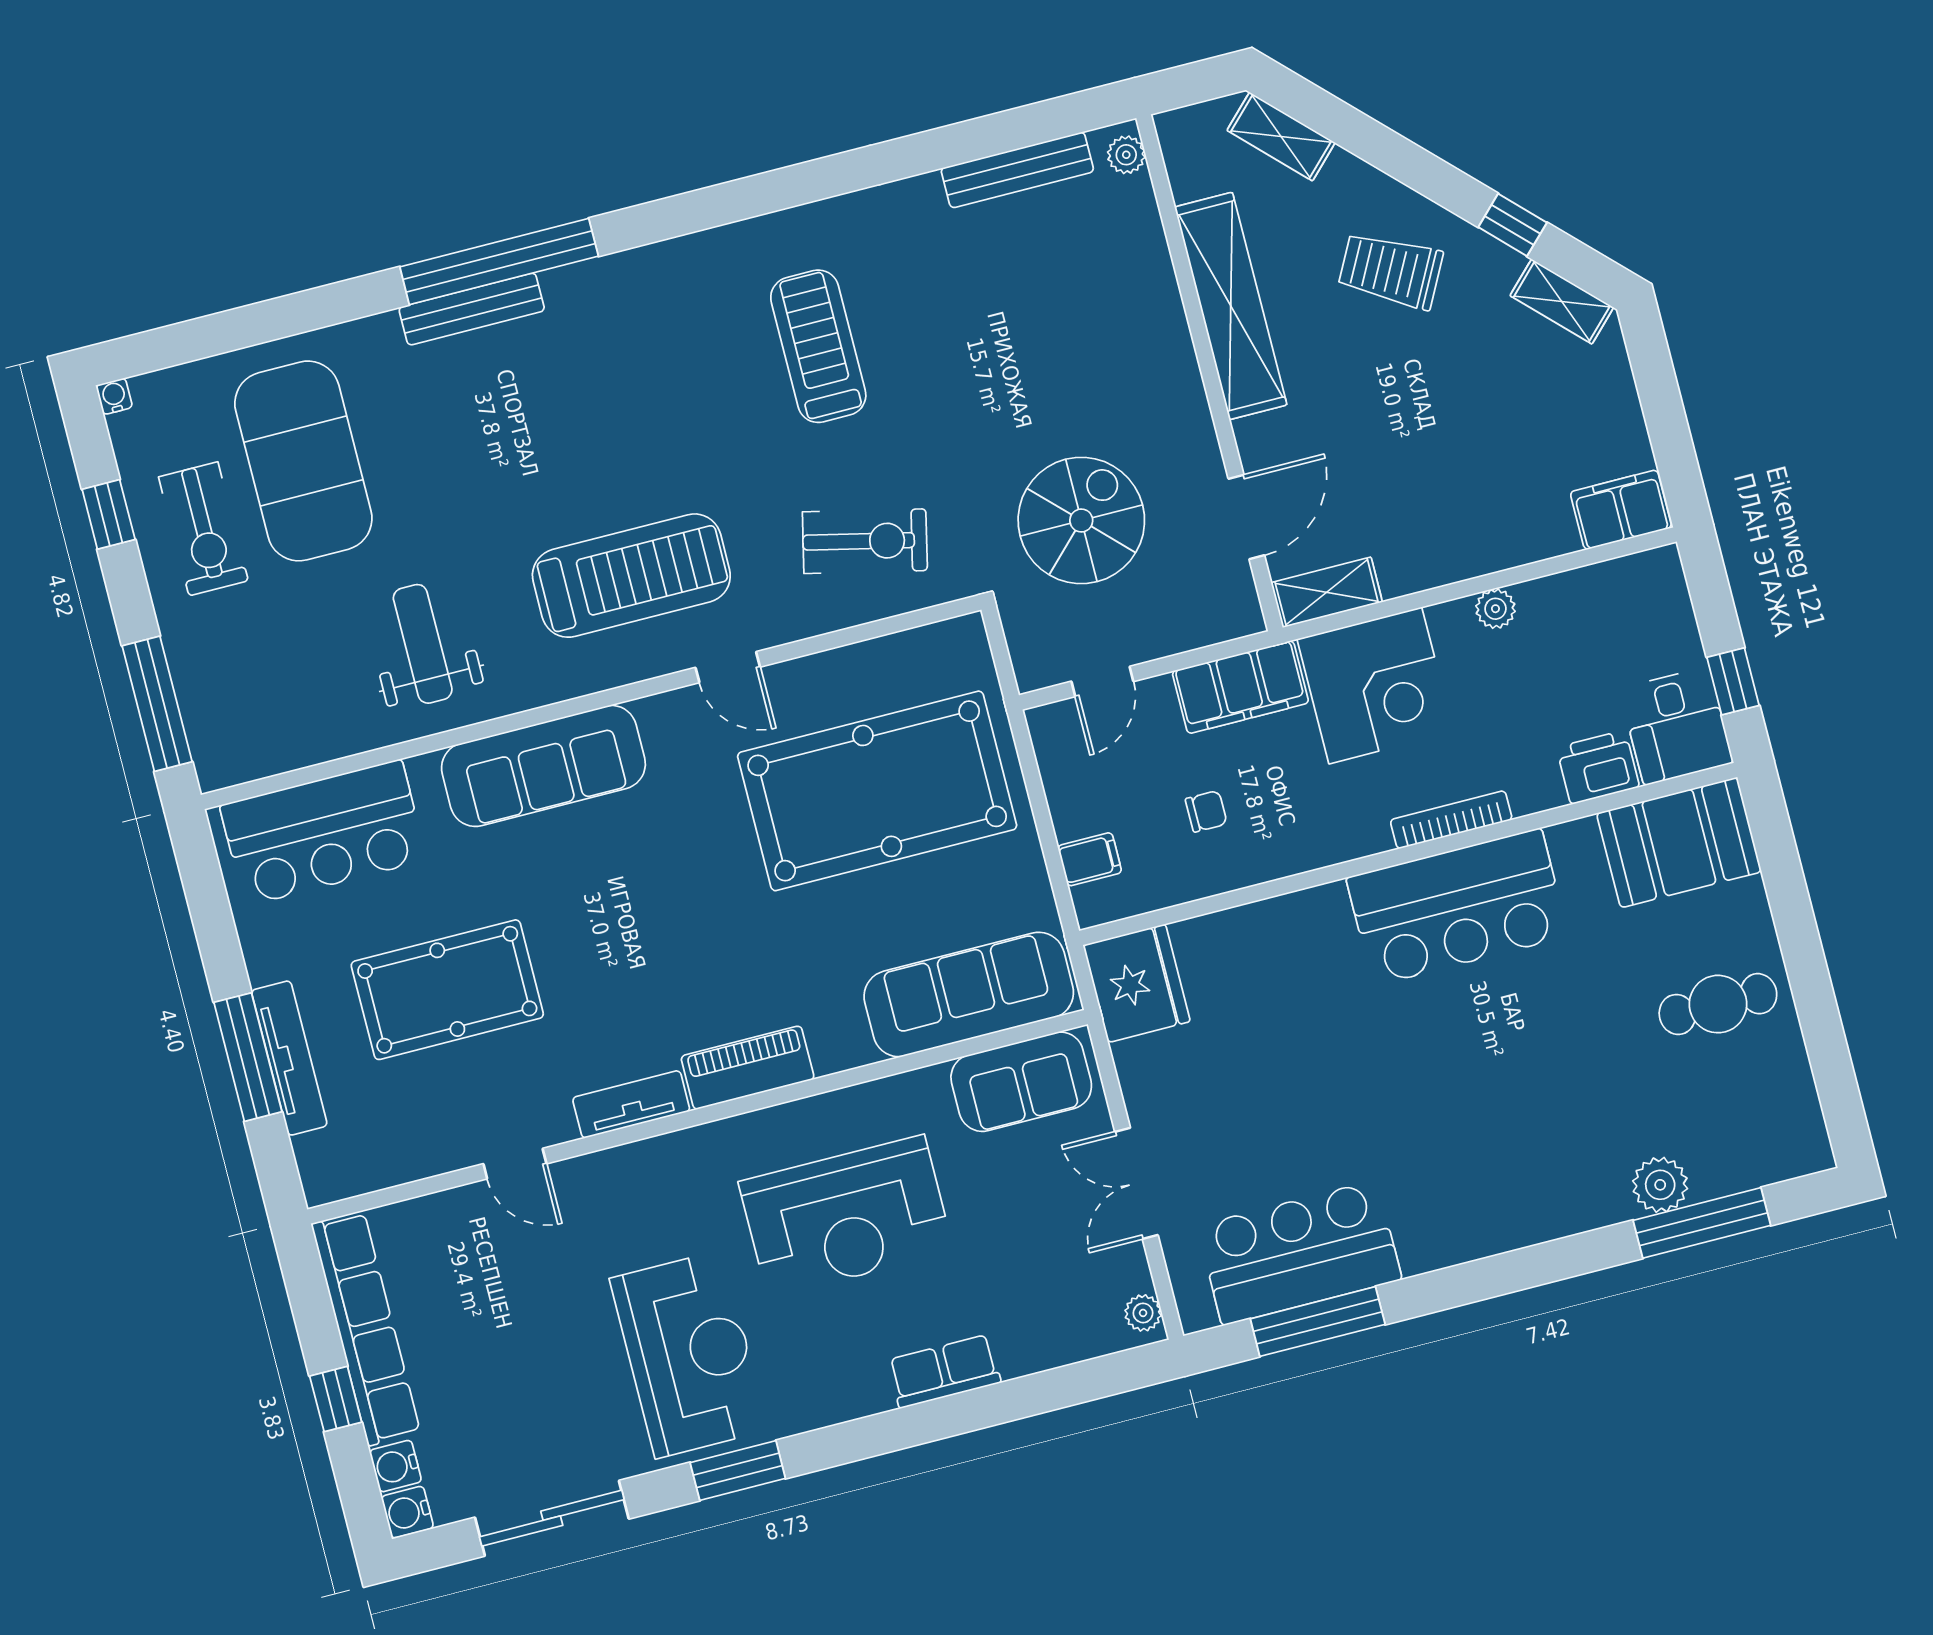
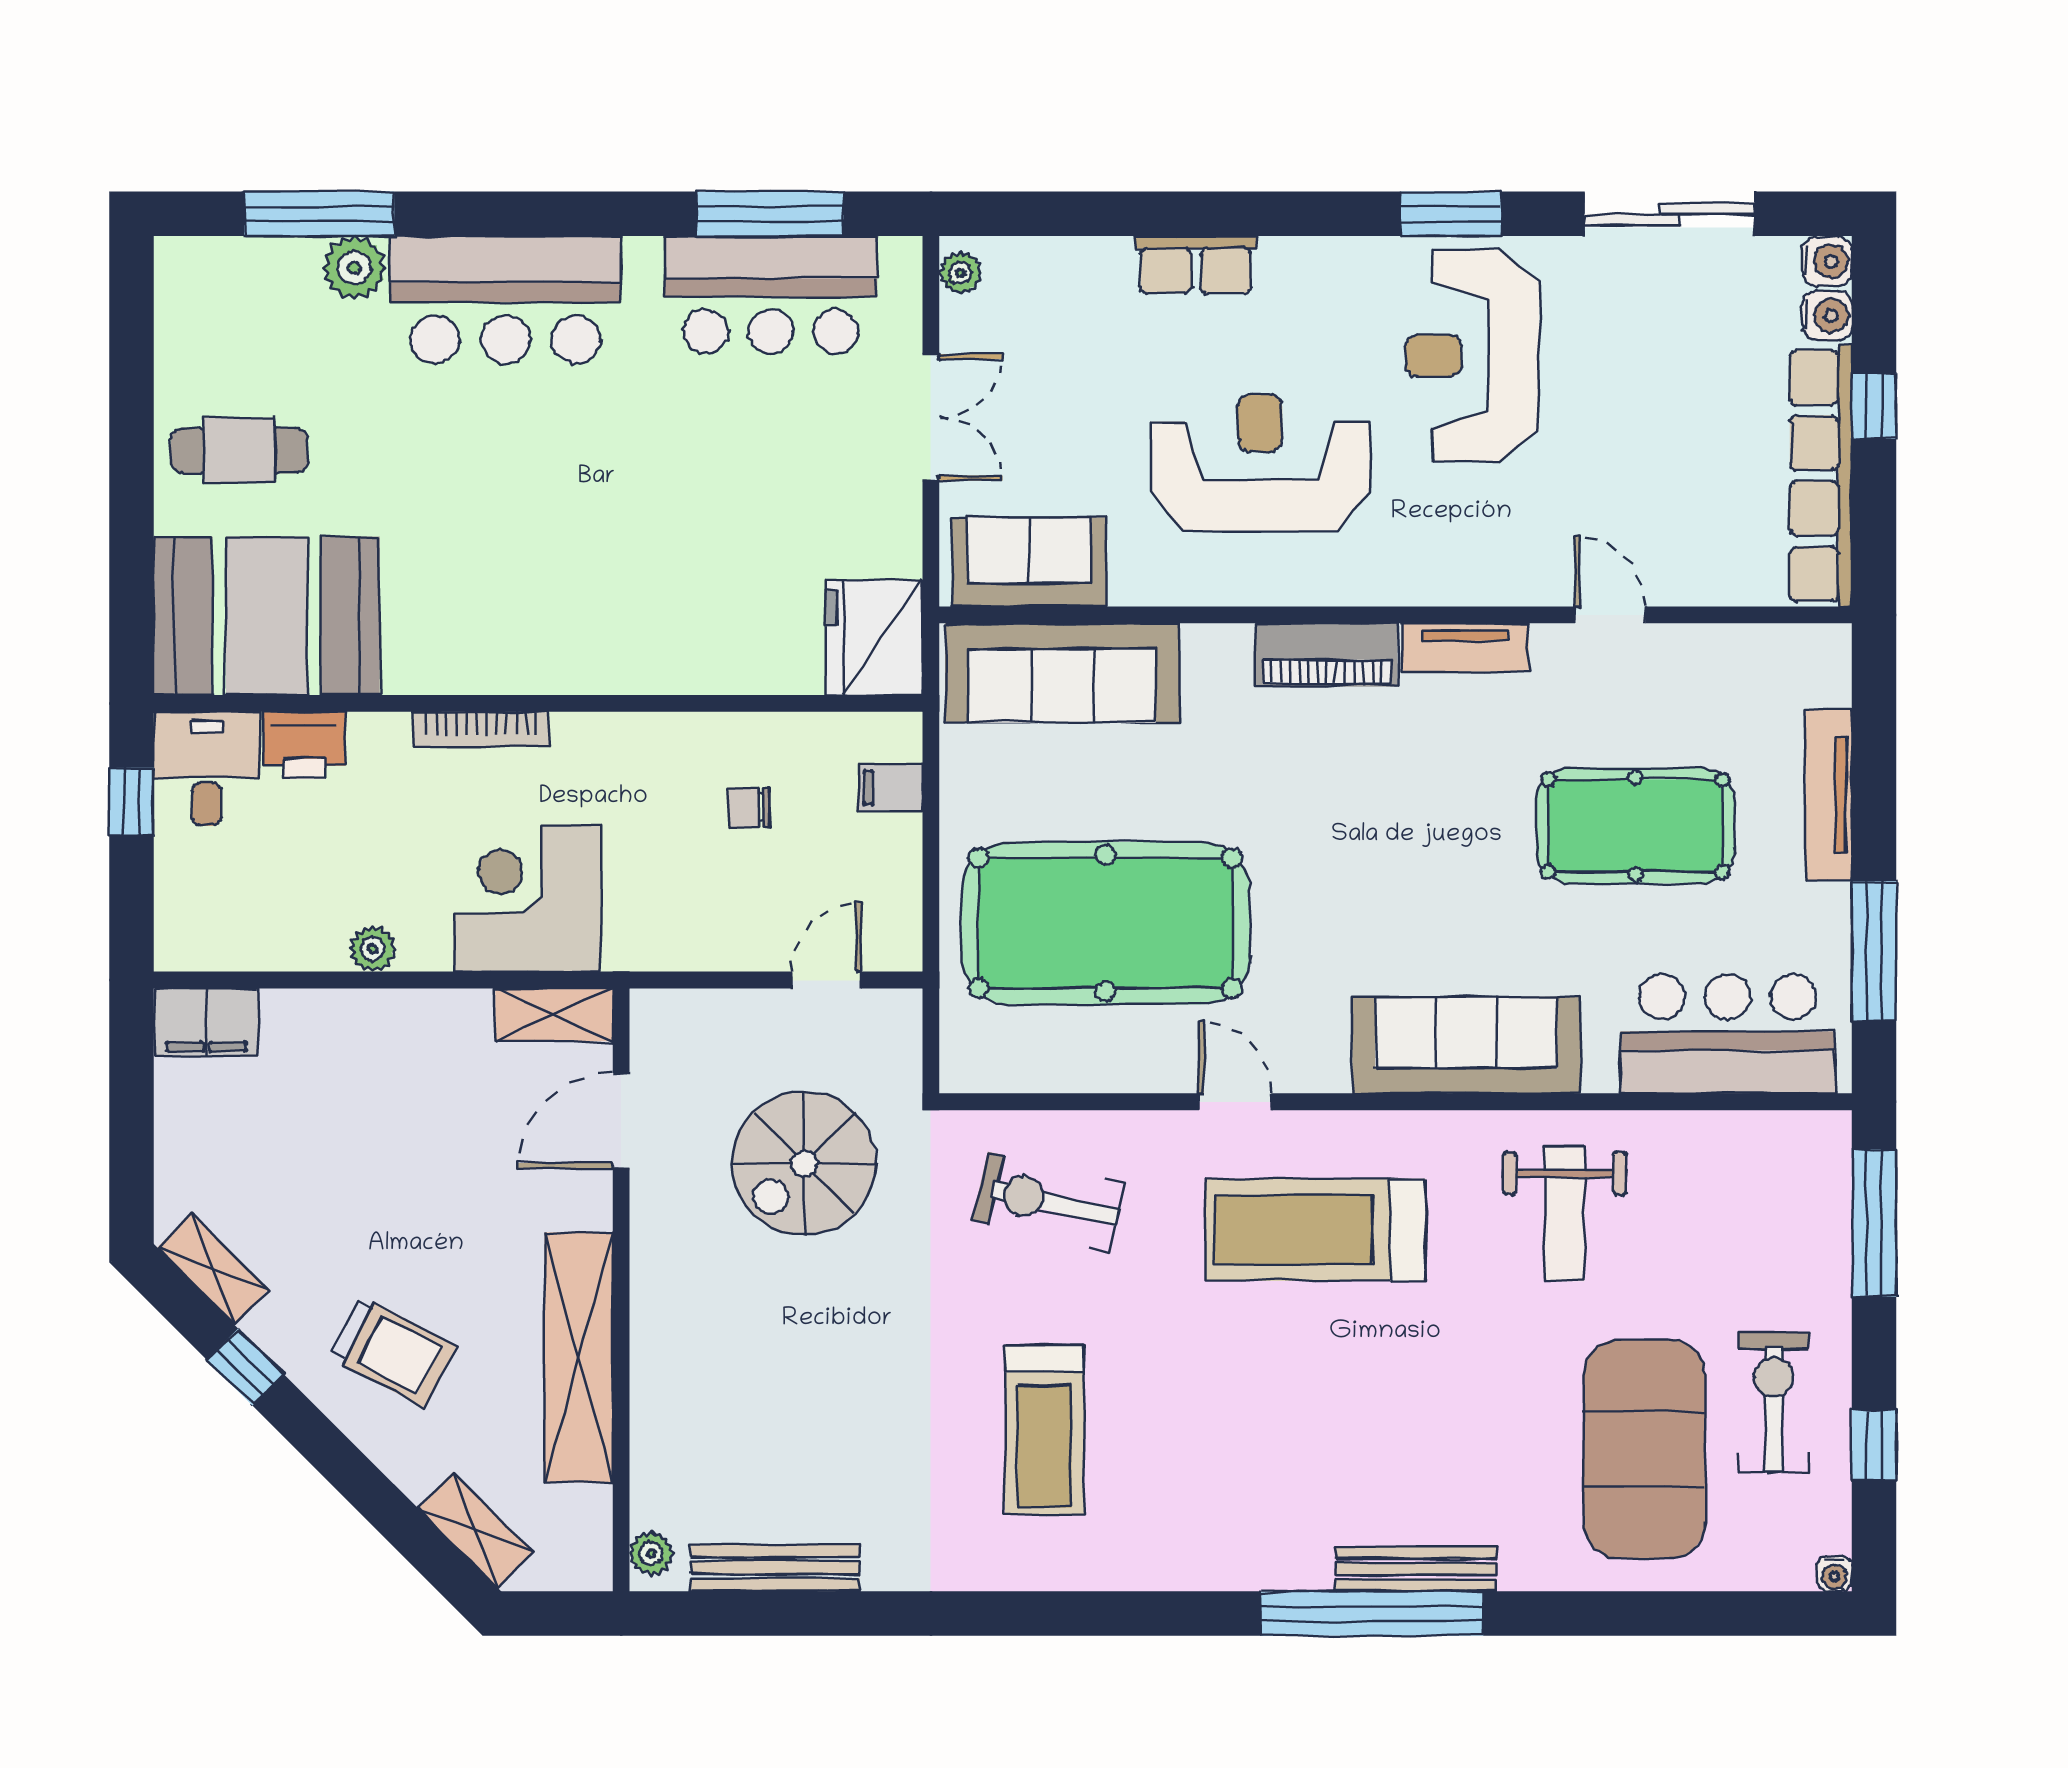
filing cabinet: (1240, 687) -> (676, 935), removed
booth: (1679, 843) -> (267, 616), width x1.36, depth x1.42
bar counter: (1457, 907) -> (505, 300), moved, turned 180
window: (248, 1057) -> (1874, 951), moved

